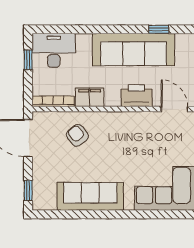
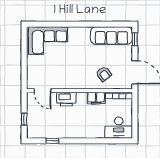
sofa: (133, 50) -> (68, 128), removed
window: (28, 60) -> (135, 122), removed
sofa: (90, 196) -> (111, 35), moved

